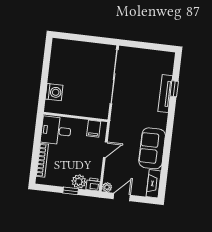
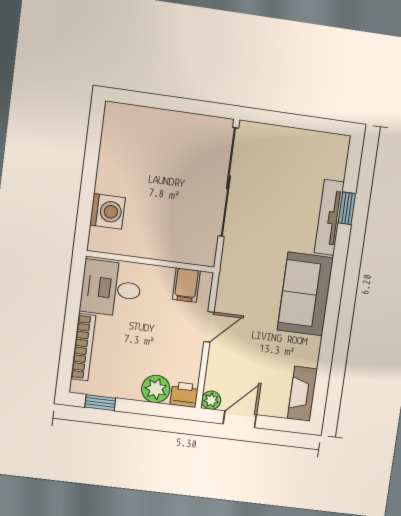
sofa: (152, 148) -> (305, 294), moved
window: (71, 191) -> (100, 403), moved

